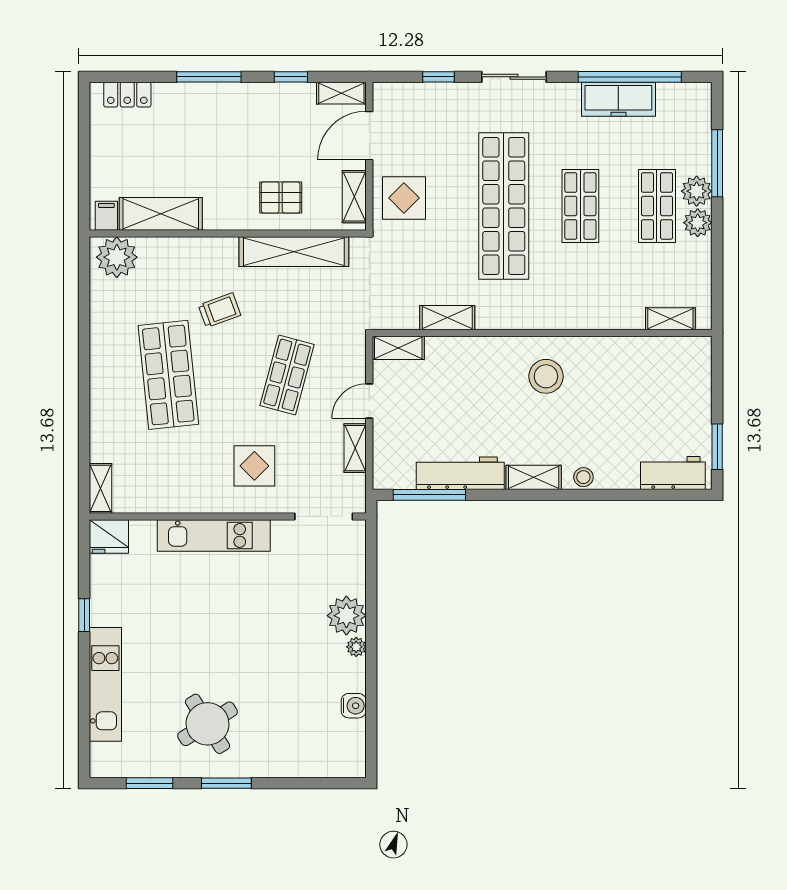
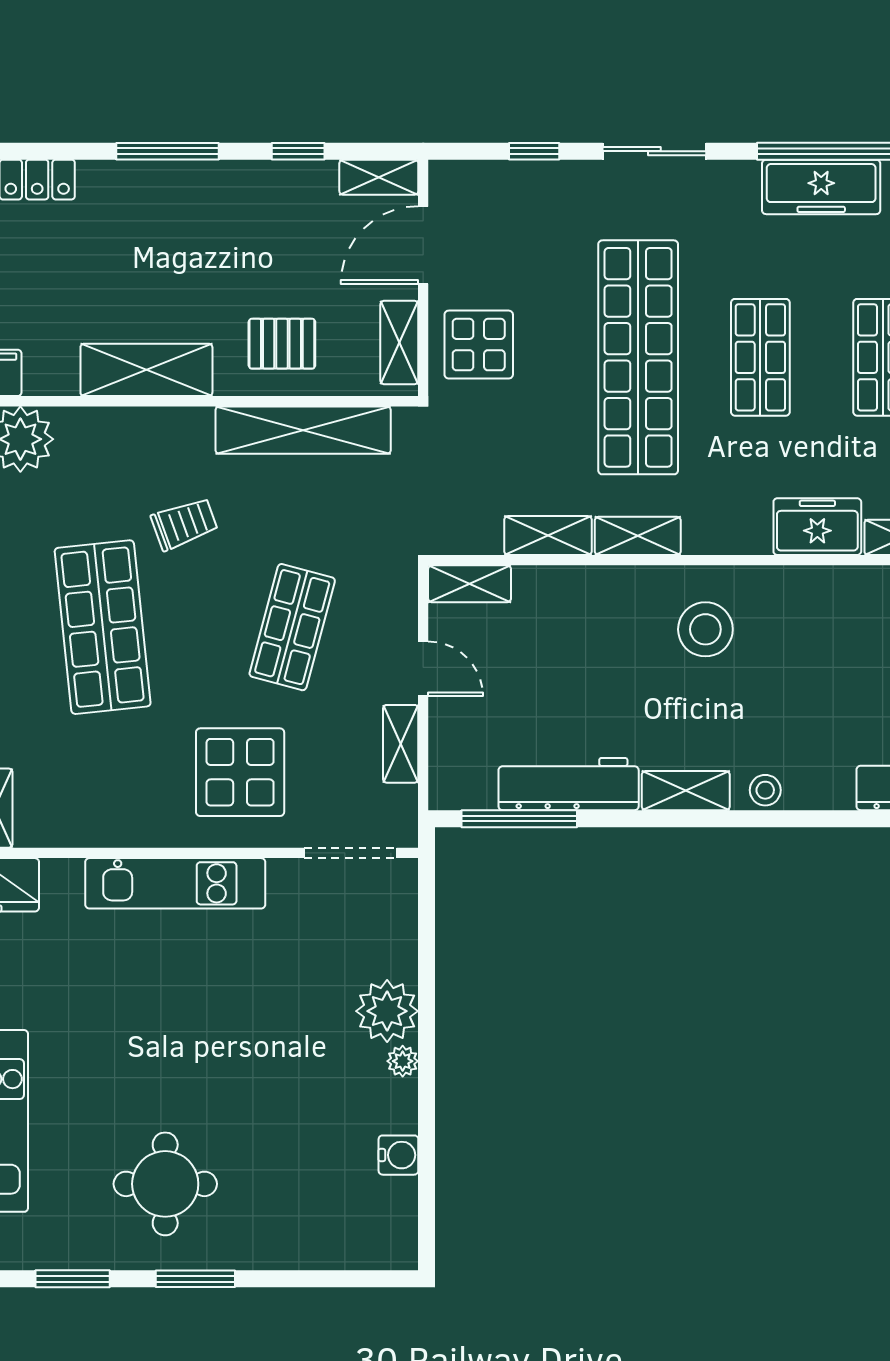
shelving: (161, 214) -> (146, 370), moved
freezer: (616, 312) -> (817, 527), added
shelving: (504, 318) -> (638, 536), added
door: (369, 401) -> (423, 669), swing flipped
display table: (254, 466) -> (240, 772), width x1.36, depth x1.36
round table: (208, 724) -> (165, 1184), turned 32

